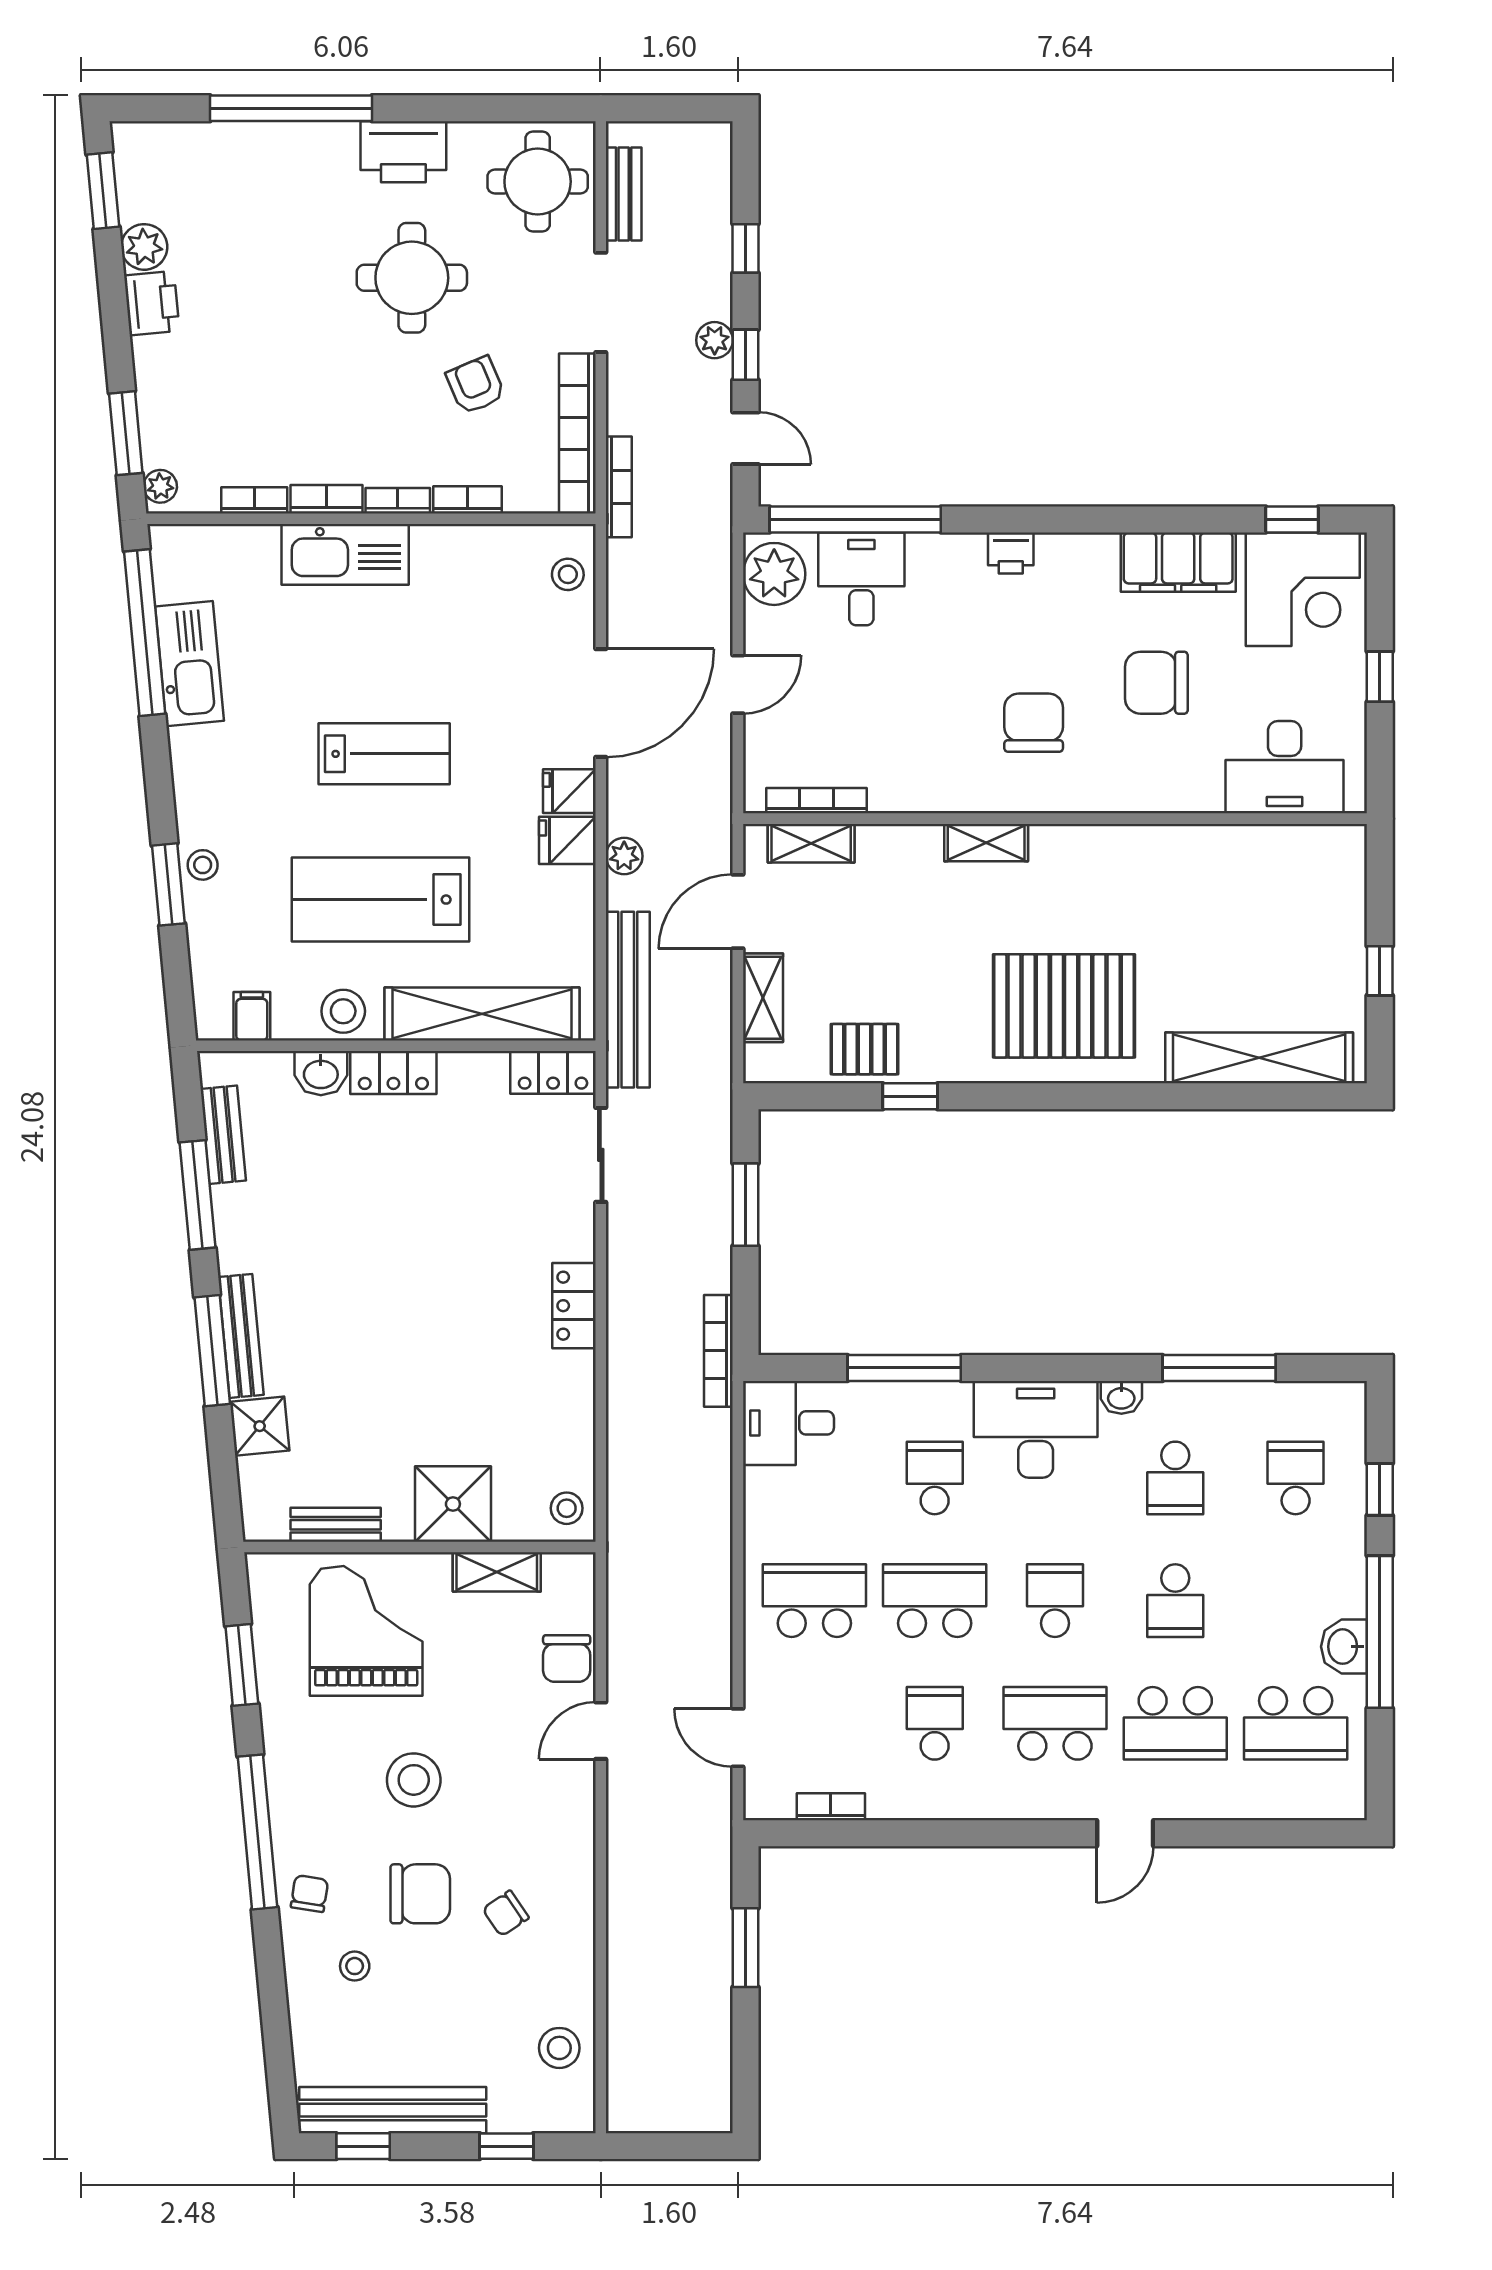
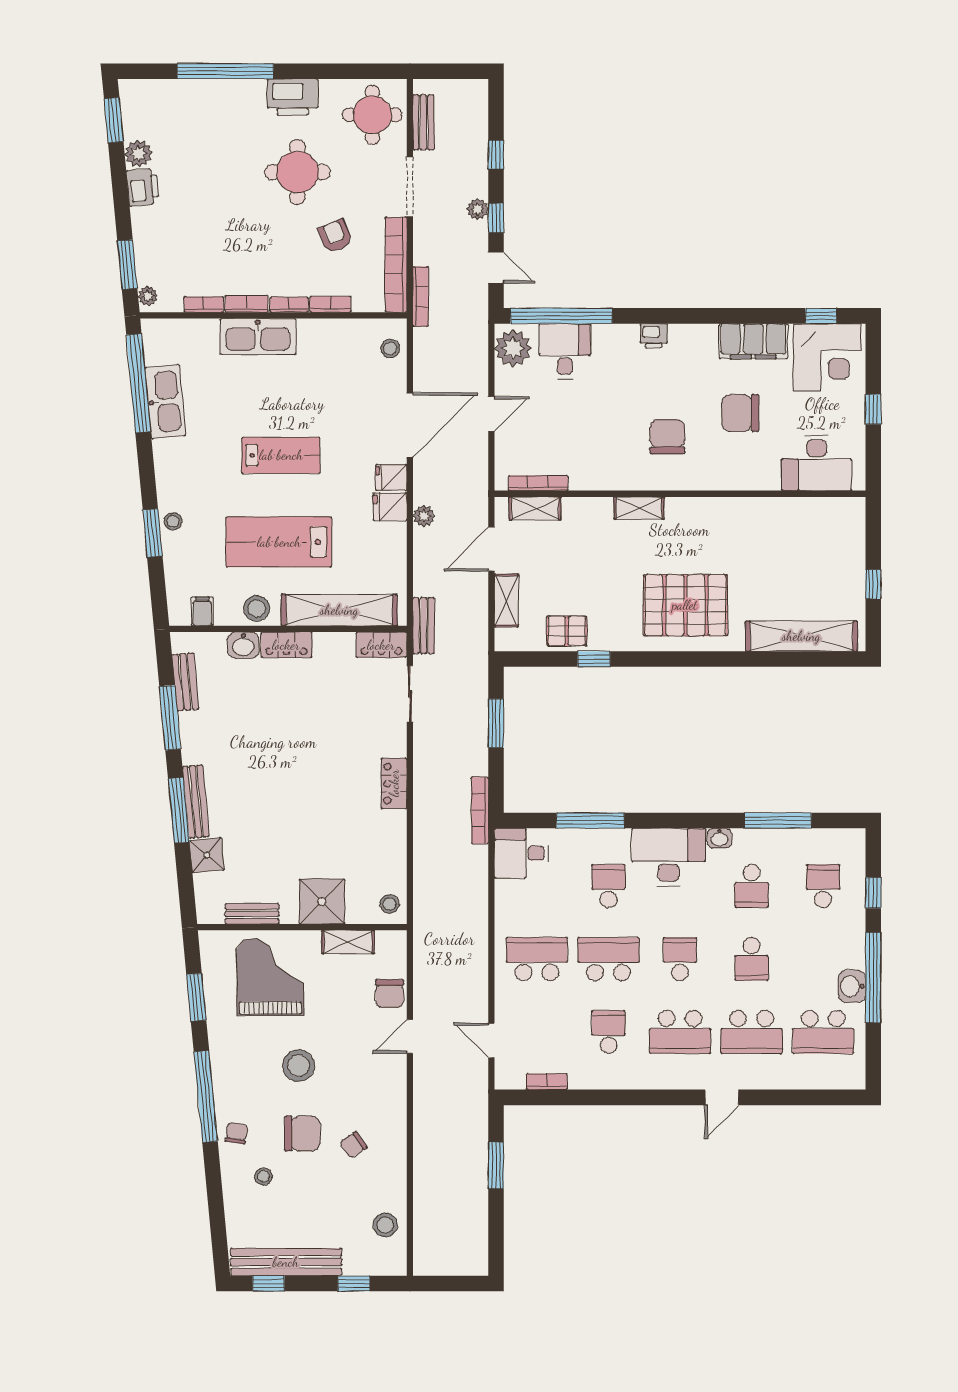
bench: (628, 1000) -> (424, 626), width x0.54, depth x0.82
school desk: (1055, 1723) -> (680, 1032), turned 180

